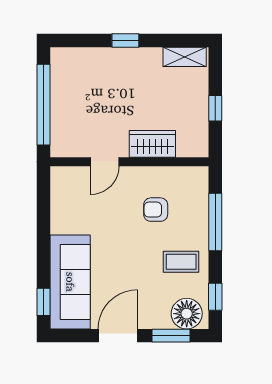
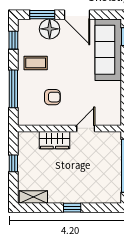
floor lamp: (187, 314) -> (50, 29), moved
door: (118, 336) -> (77, 15), hinge flipped

